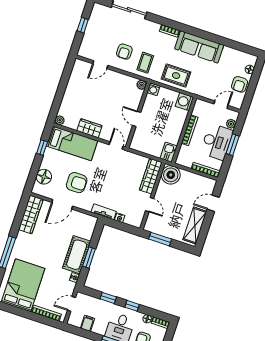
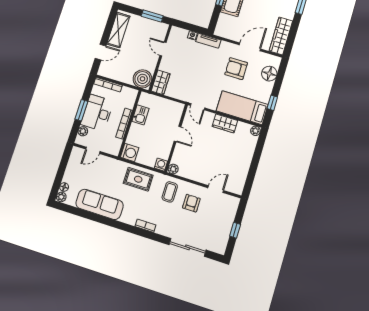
sofa: (199, 47) -> (100, 204), moved
plant: (252, 60) -> (61, 197), added
armchair: (240, 84) -> (74, 171), removed
kitchen sink: (169, 152) -> (141, 115), moved
wardrobe: (151, 176) -> (161, 82), width x0.67

